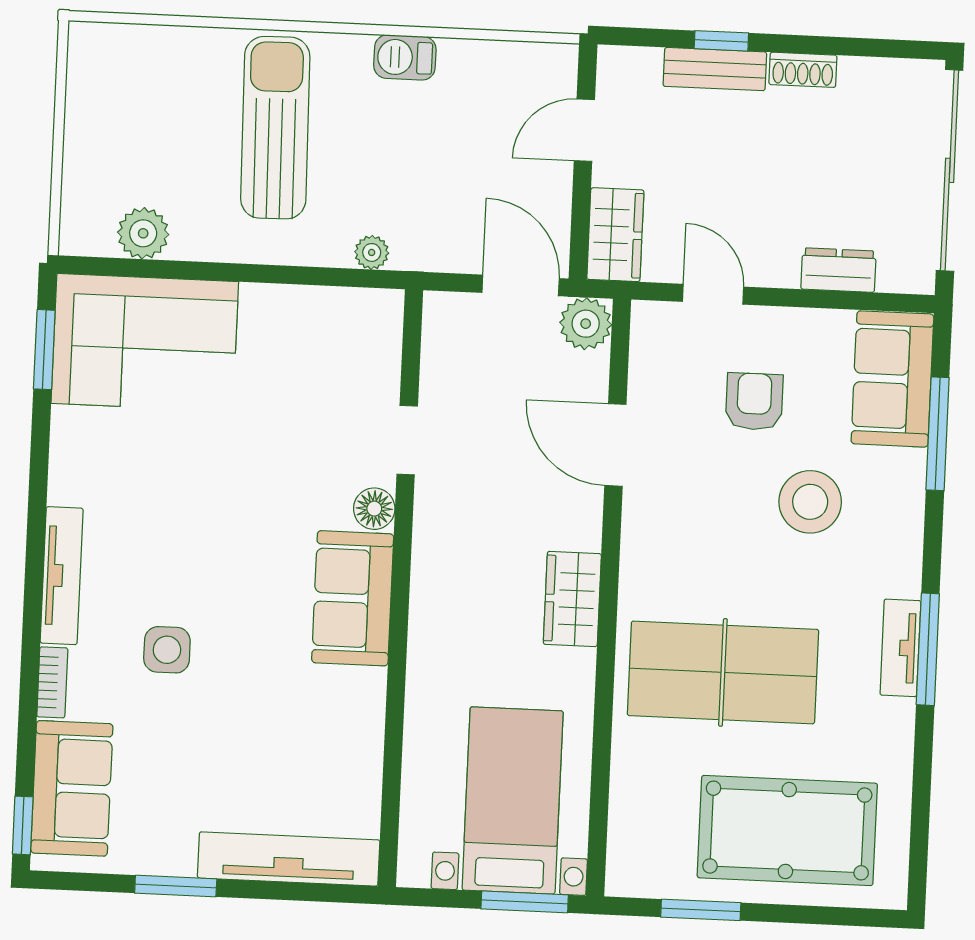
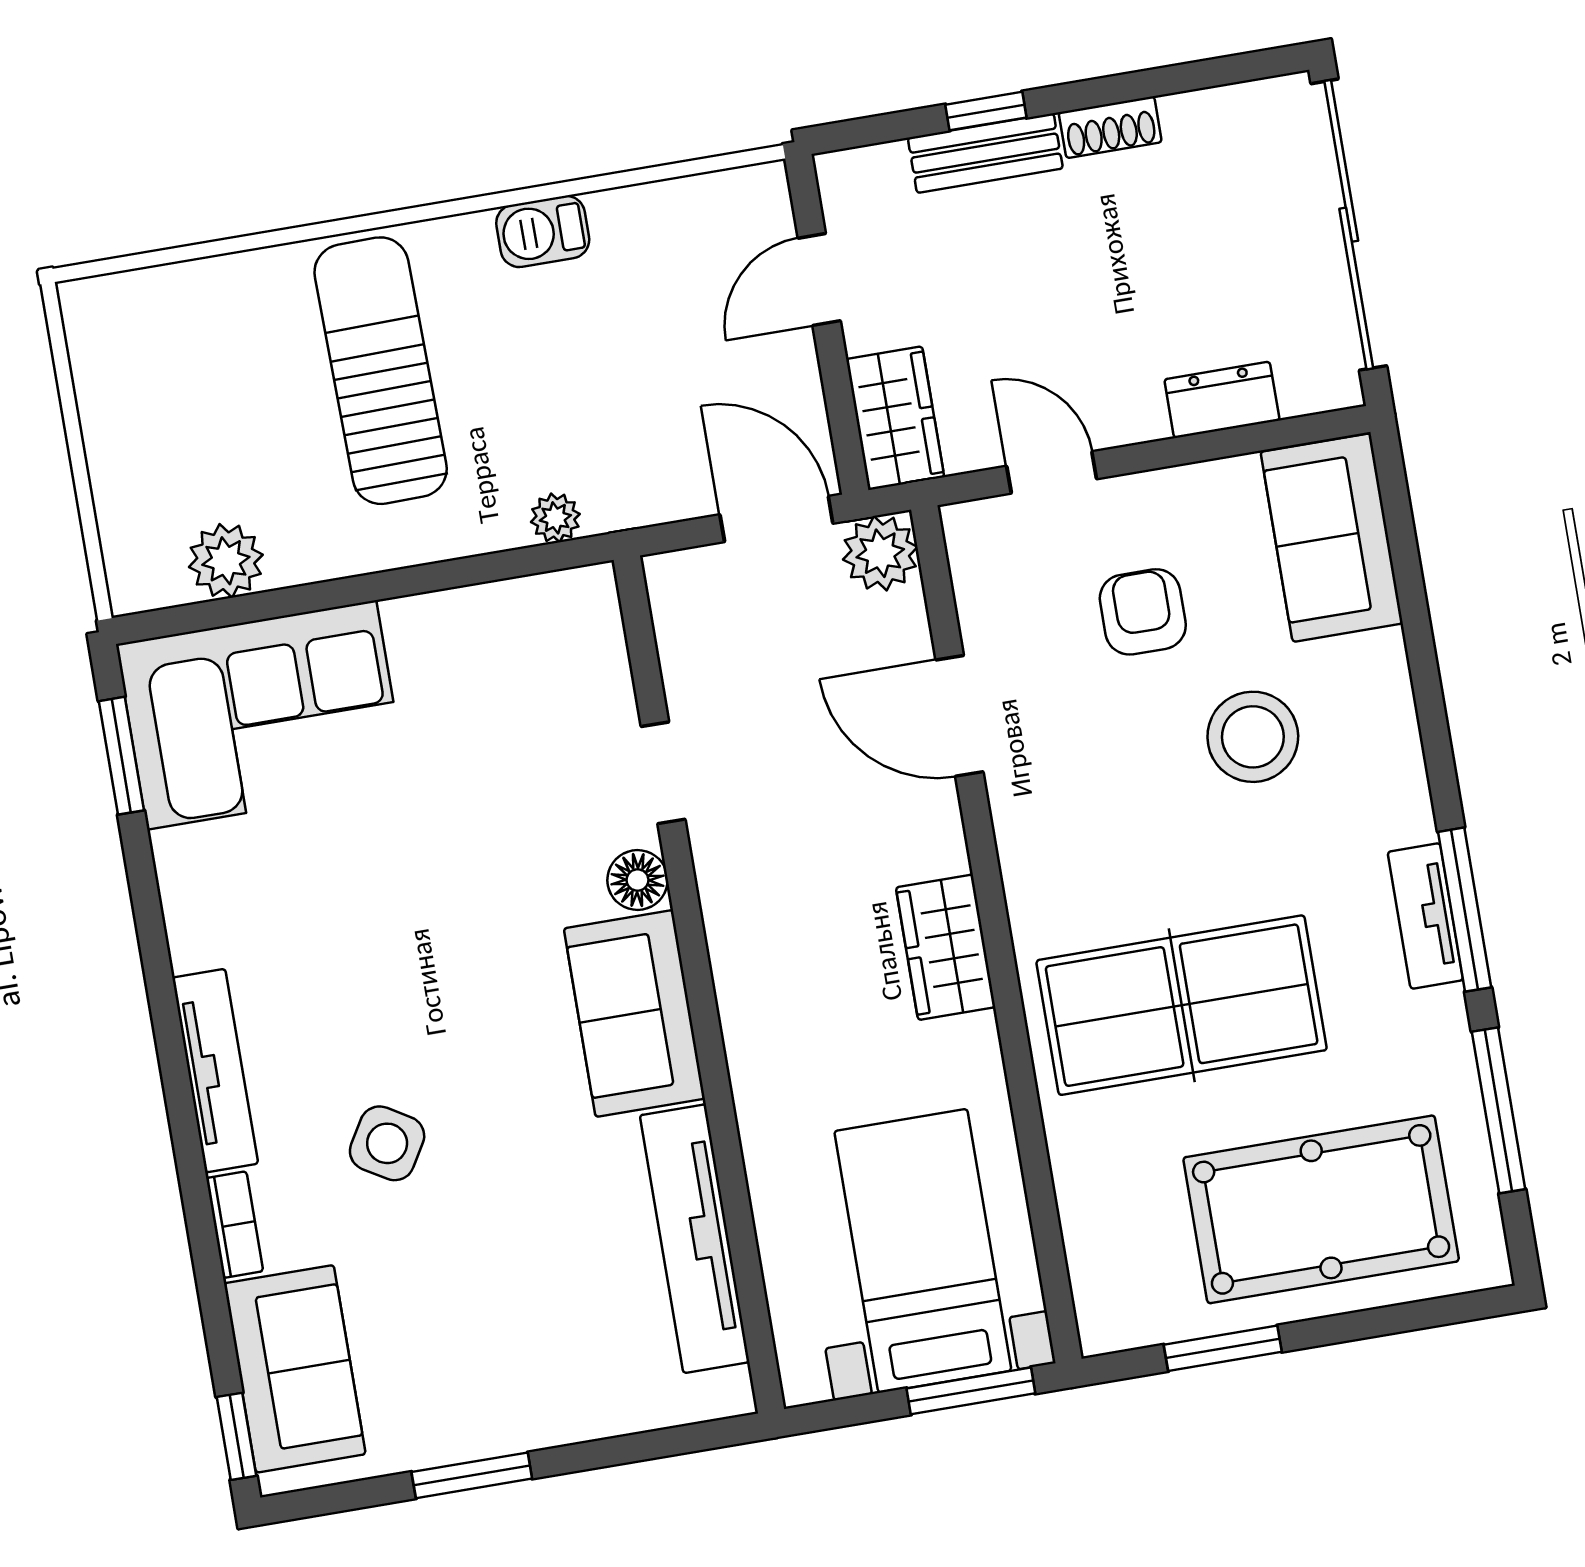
window: (938, 434) -> (1499, 1110), moved
side table: (167, 650) -> (387, 1143), turned 31
tv unit: (289, 859) -> (695, 1239), moved, turned -90

